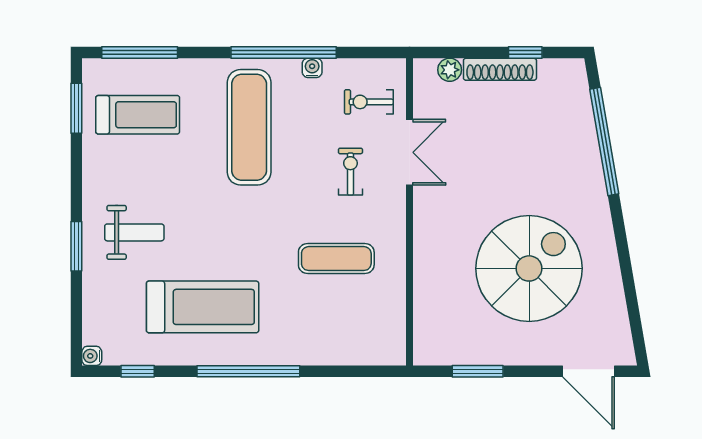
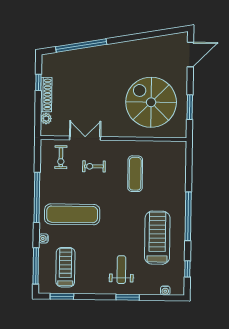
water cooler: (312, 68) -> (44, 238), moved
spiral stairs: (529, 268) -> (151, 102), moved
water cooler: (92, 356) -> (165, 290), moved

